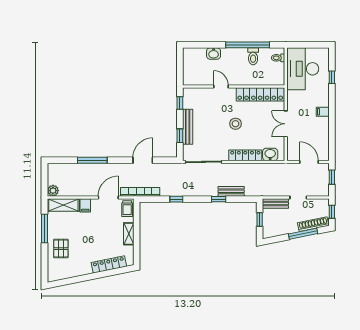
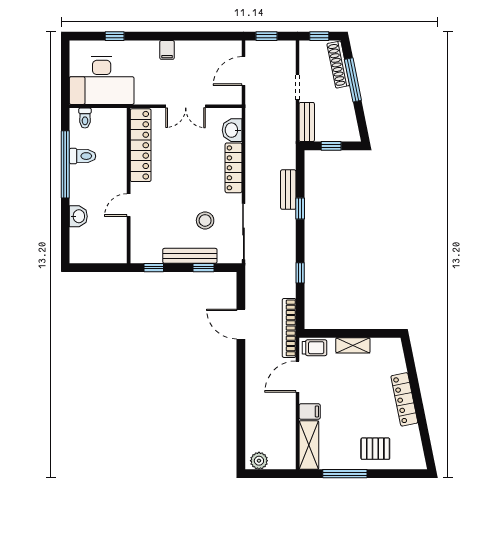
stool: (236, 124) -> (205, 220), moved
window: (92, 160) -> (241, 401), removed
plant: (53, 191) -> (259, 461), moved
door: (108, 197) -> (298, 377), hinge flipped
locker: (109, 264) -> (404, 399), moved

